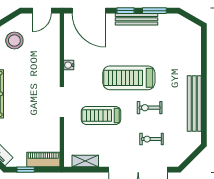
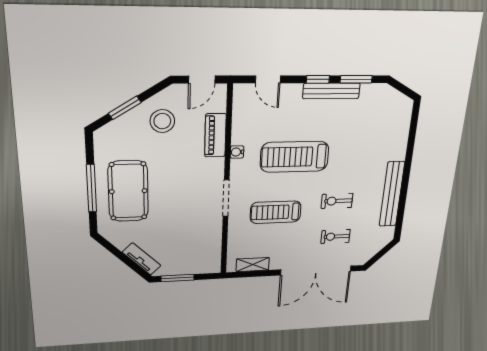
door: (89, 11) -> (268, 79), width x0.53
treadmill: (129, 78) -> (295, 157), moved
piano: (43, 159) -> (215, 135), moved, turned -90
window: (26, 170) -> (178, 278), width x1.50

